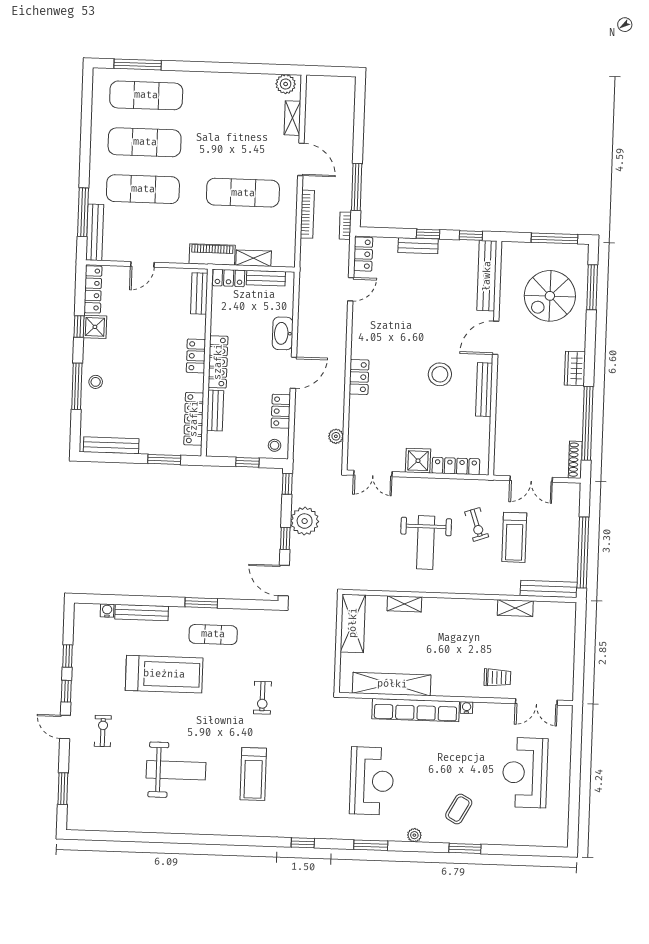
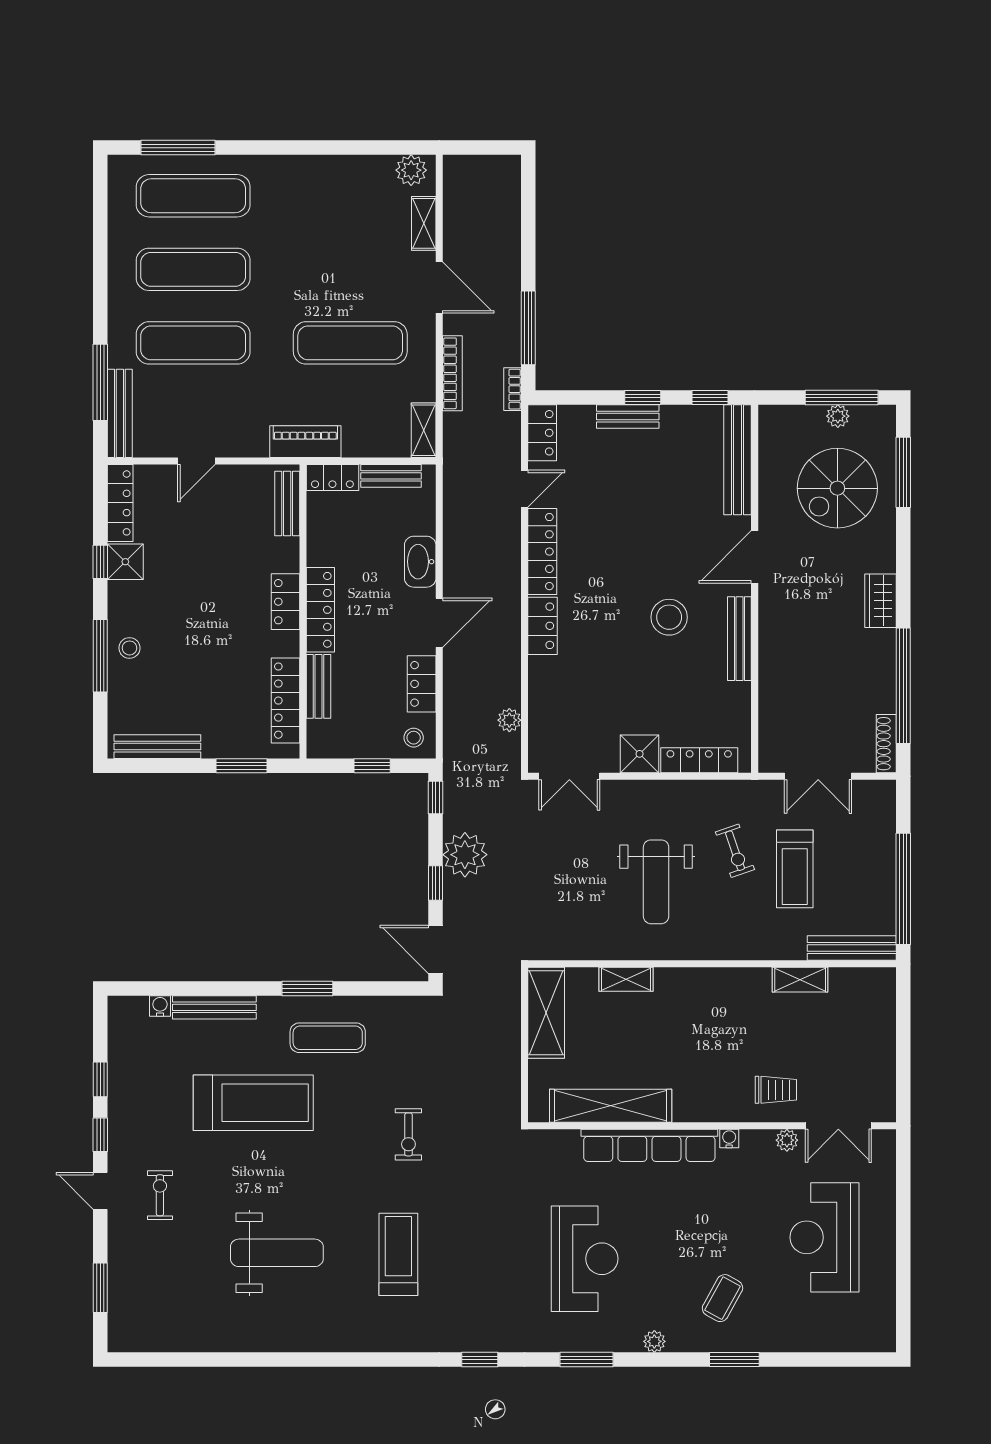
plant: (552, 250) -> (838, 416), added
shelving: (254, 258) -> (424, 430), moved, turned 90
locker: (361, 330) -> (542, 552), added
plant: (503, 710) -> (787, 1140), added
treadmill: (253, 774) -> (398, 1254), turned 180

